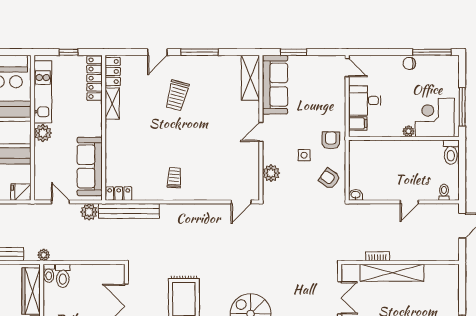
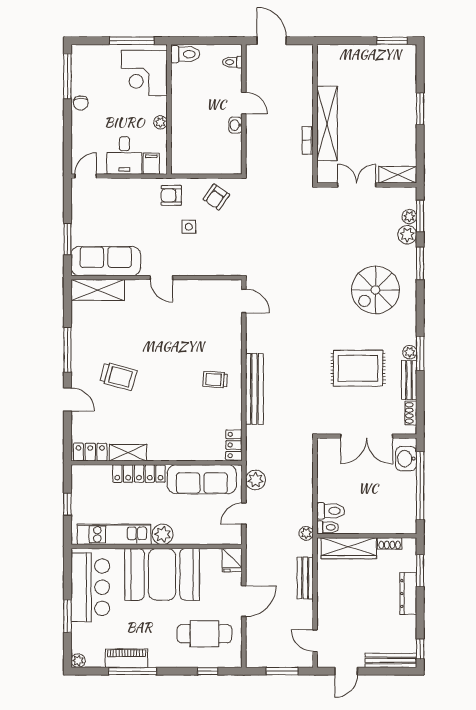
locker: (94, 78) -> (139, 474), moved
plant: (408, 131) -> (161, 122), moved
plant: (271, 173) -> (210, 266), removed
washbasin: (356, 195) -> (235, 125), moved
bench: (129, 211) -> (254, 389), moved

